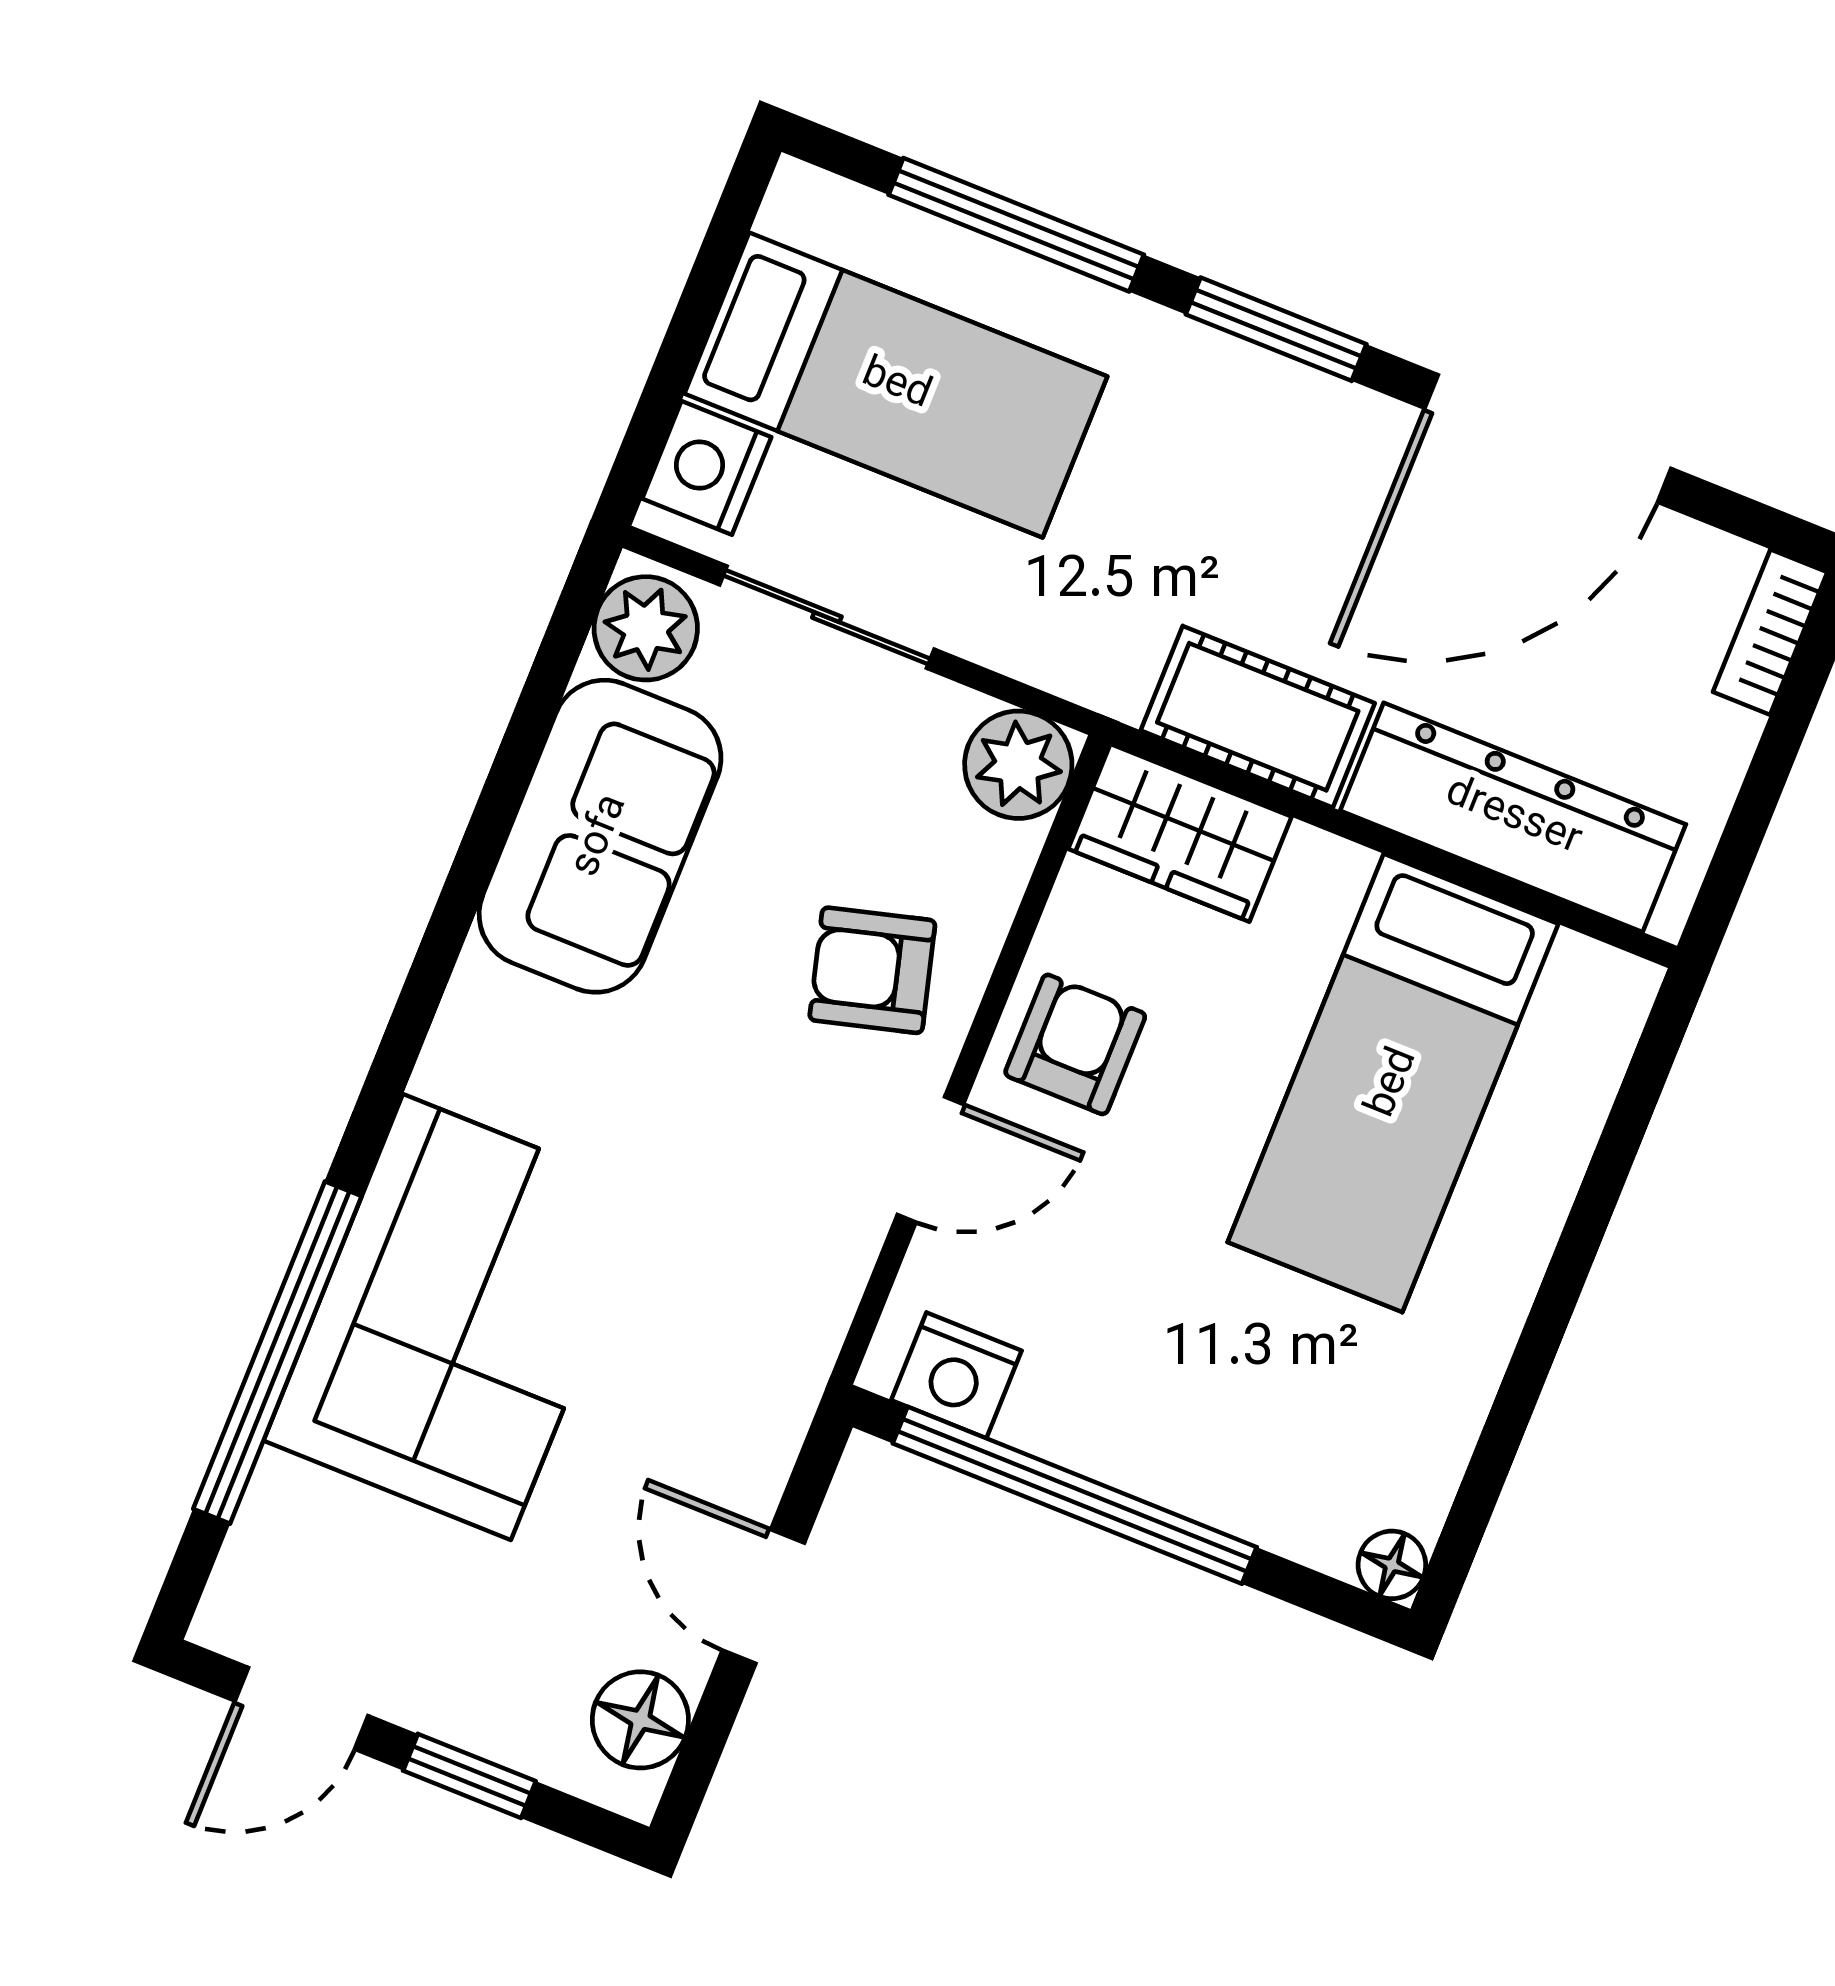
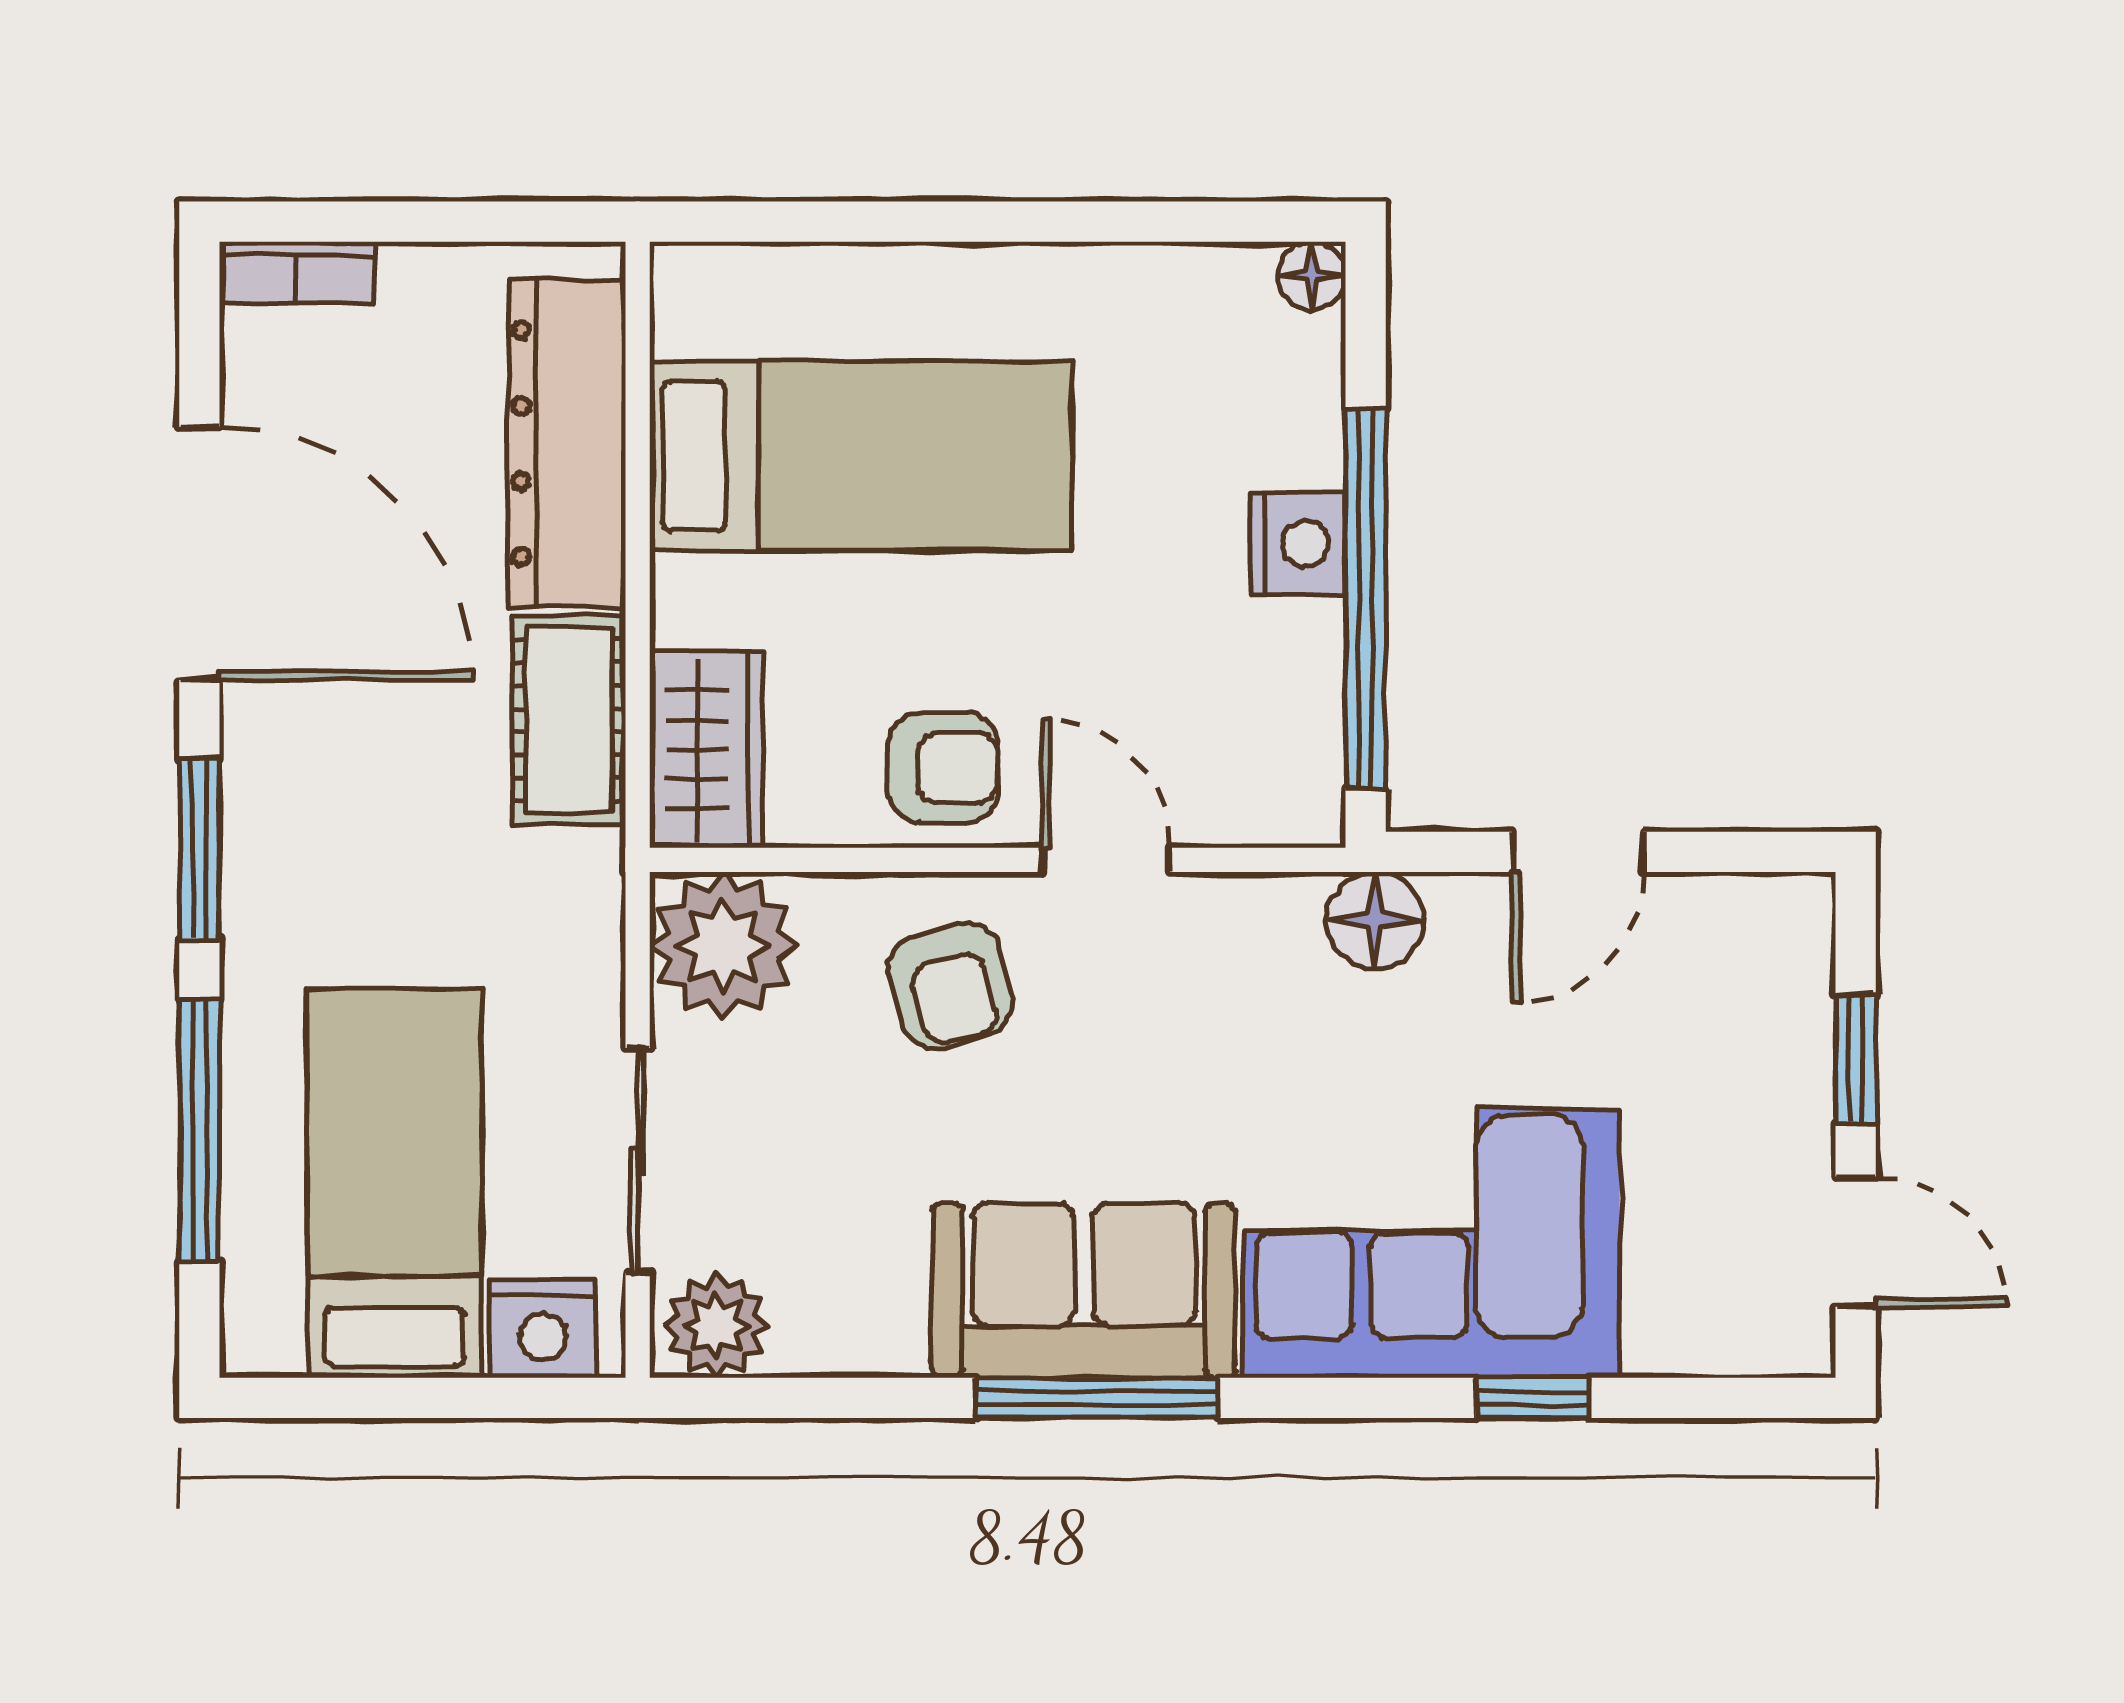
plant: (1018, 765) -> (723, 946), width x1.36, depth x1.36
sofa: (600, 836) -> (1084, 1290), moved
window: (438, 952) -> (1097, 1398), added
armchair: (1075, 1044) -> (944, 768), turned 180
window: (277, 1353) -> (1532, 1398), width x0.32
nightstand: (956, 1375) -> (1298, 544), moved
floor lamp: (640, 1720) -> (1375, 920), moved

